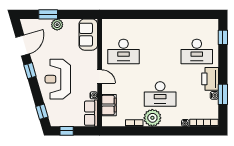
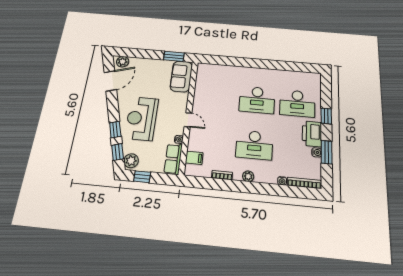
window: (48, 14) -> (174, 56), moved
plant: (57, 25) -> (123, 62), moved
window: (223, 37) -> (326, 116), moved
desk: (123, 51) -> (257, 100), moved
window: (30, 71) -> (115, 130), moved
filing cabinet: (109, 105) -> (194, 158), width x0.50
plant: (55, 118) -> (131, 161), added
plant: (152, 118) -> (248, 176), width x0.53, depth x0.53

